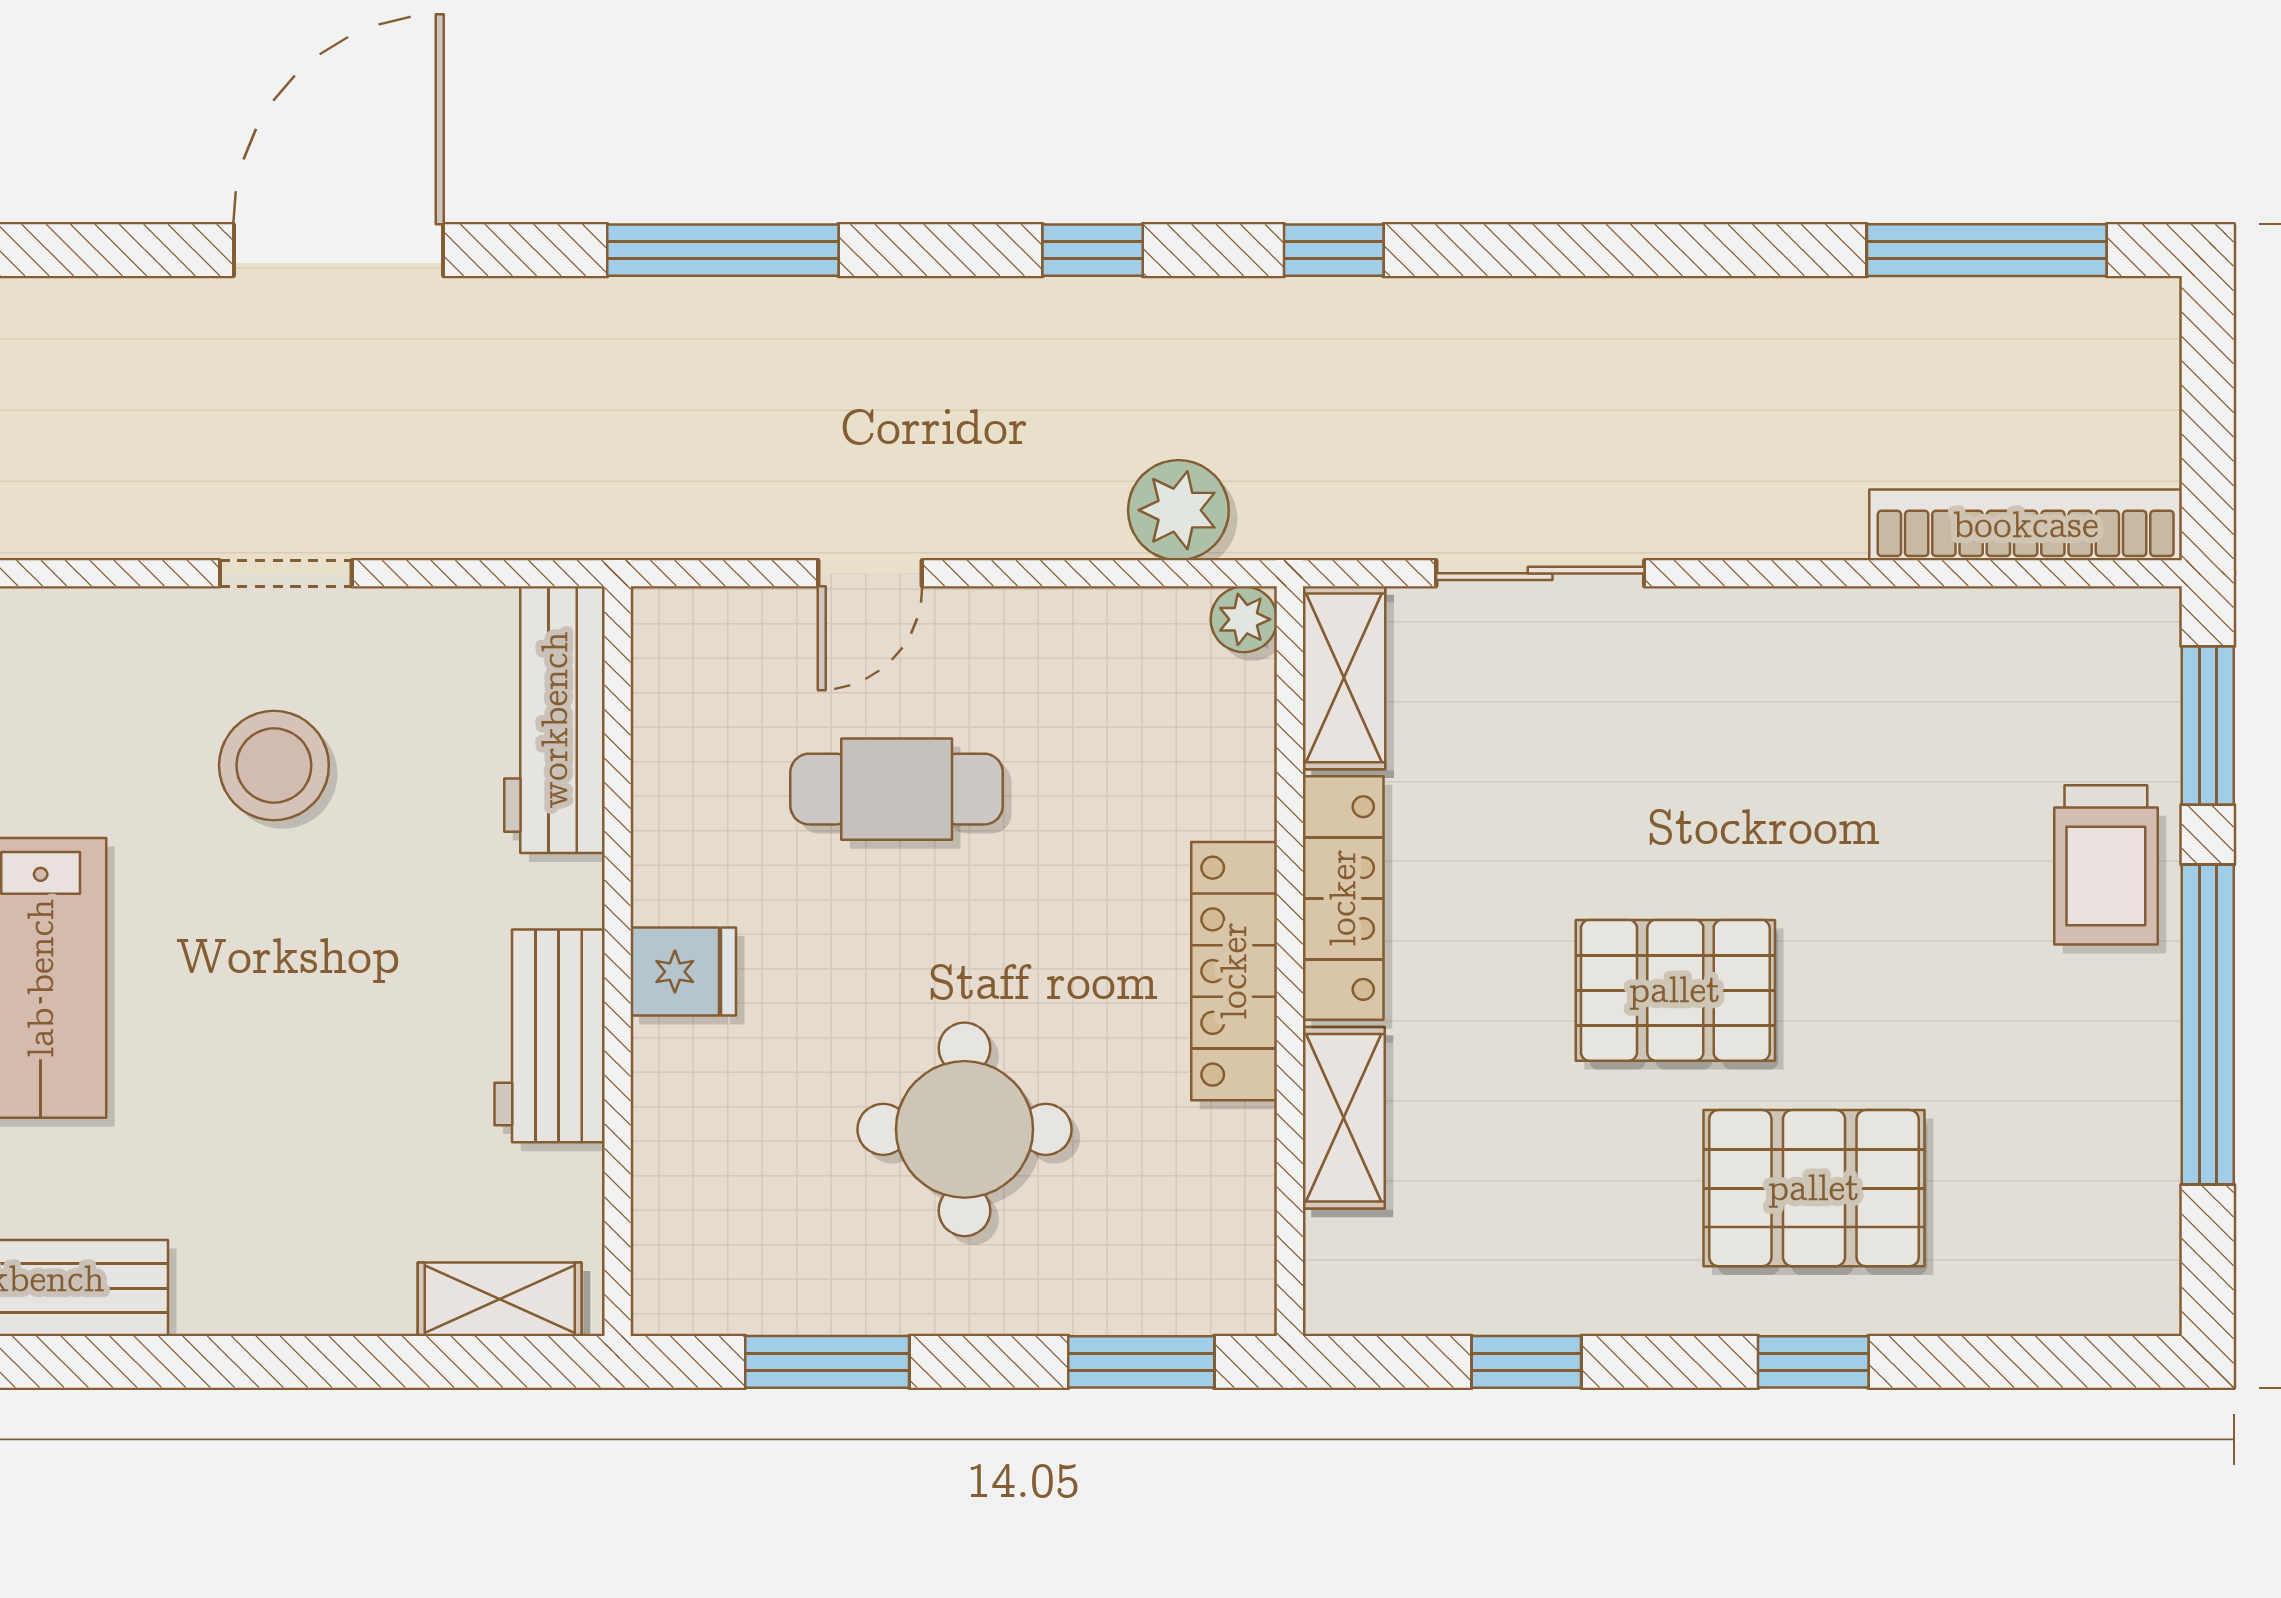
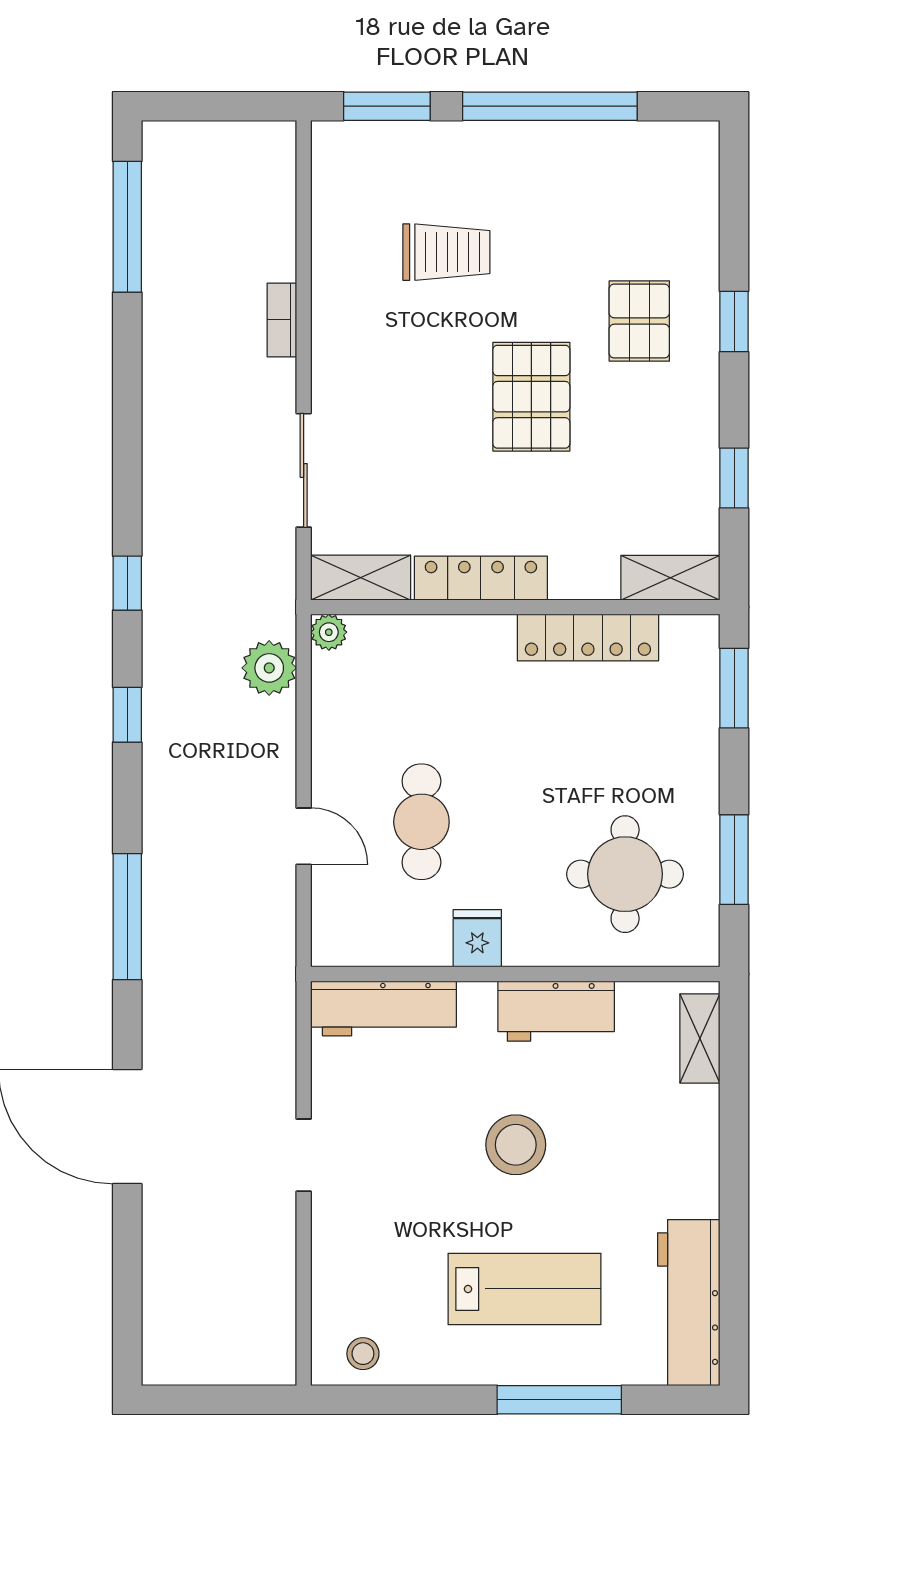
bookcase: (2026, 525) -> (282, 320), moved, width x0.43, depth x0.76
stool: (274, 765) -> (516, 1145), moved
trolley: (2106, 865) -> (446, 252), moved
locker: (1234, 971) -> (588, 638), moved
fridge: (683, 972) -> (477, 938), moved
shelving: (1344, 1118) -> (670, 578), moved
round table: (965, 1129) -> (625, 874), moved
pallet: (1814, 1188) -> (639, 321), width x0.67, depth x0.71

